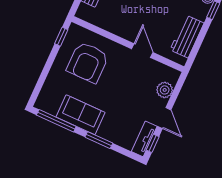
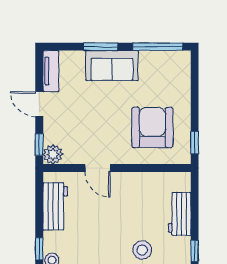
plant: (165, 90) -> (53, 154), moved
sofa: (81, 115) -> (112, 66), moved
window: (153, 143) -> (39, 145), moved

